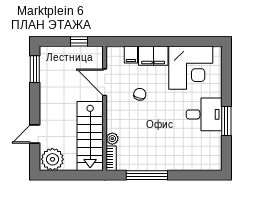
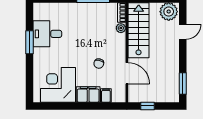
desk: (204, 114) -> (47, 34), moved

